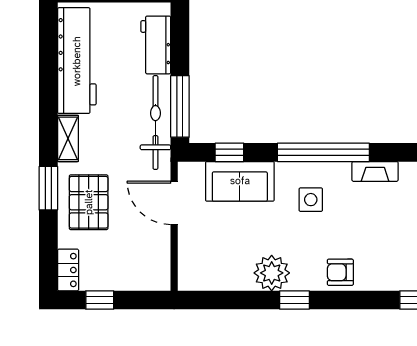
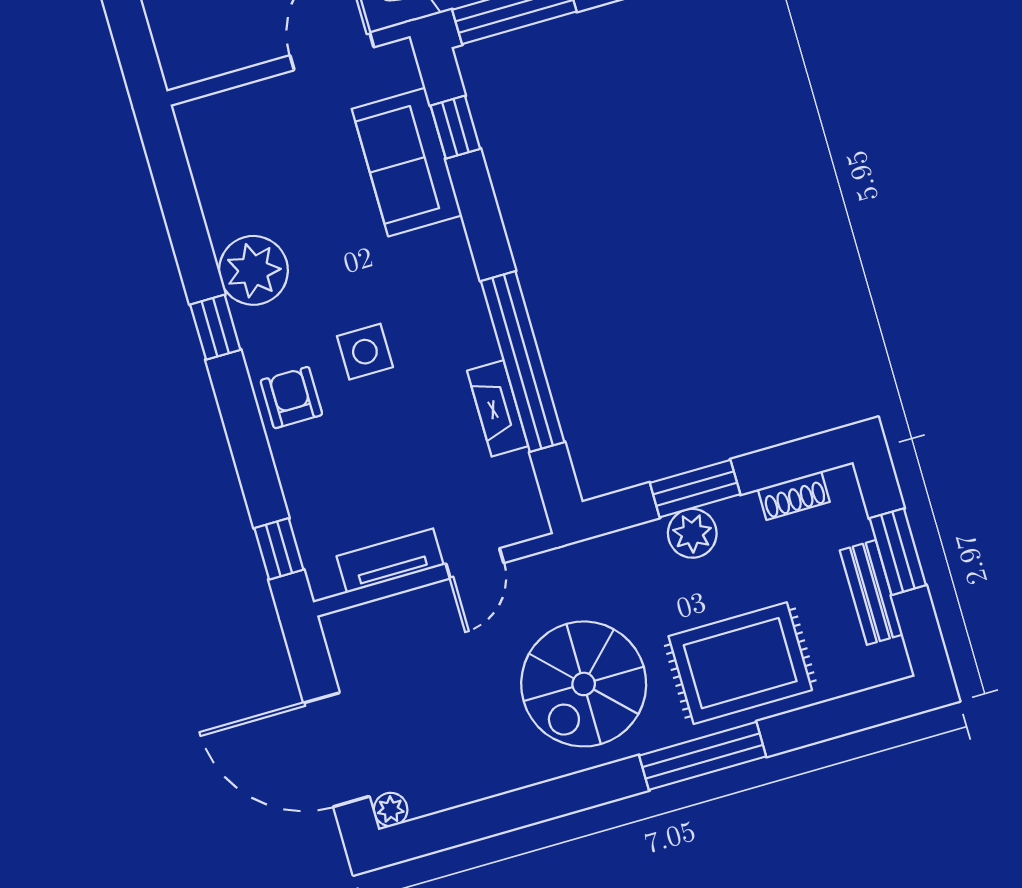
window: (323, 152) -> (523, 362), moved
side table: (311, 200) -> (365, 352), moved

